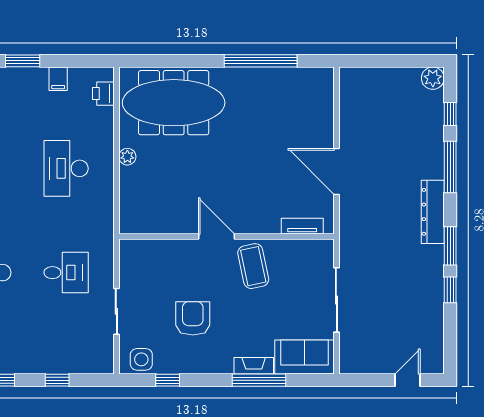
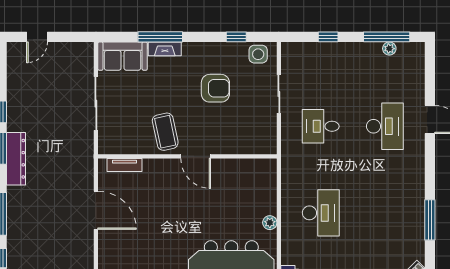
dresser: (433, 212) -> (16, 159), moved
armchair: (193, 318) -> (215, 88), turned -90

